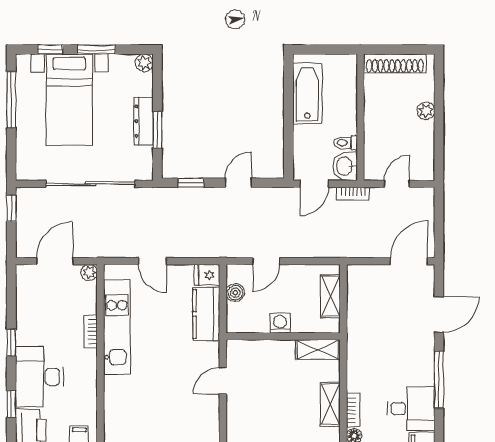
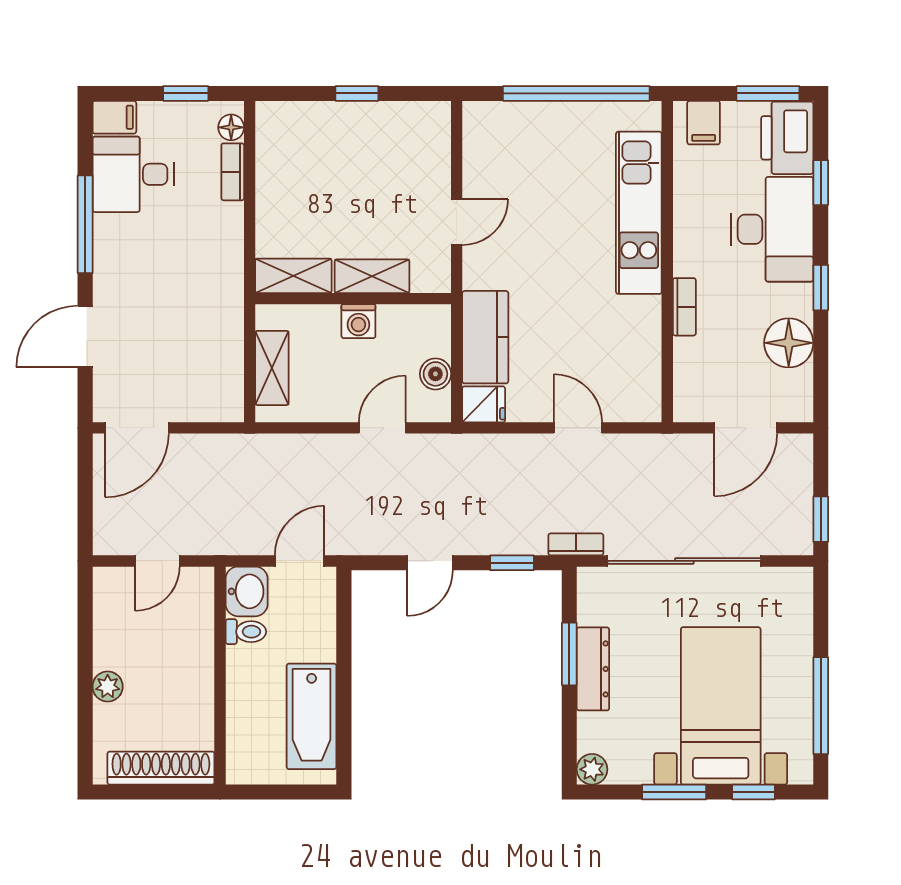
bookcase: (353, 193) -> (576, 544), moved
plant: (89, 273) -> (687, 408), removed
floor lamp: (30, 311) -> (789, 343), added
kitchen unit: (117, 327) -> (639, 213), moved
shelving: (330, 404) -> (372, 276), moved, turned 90

